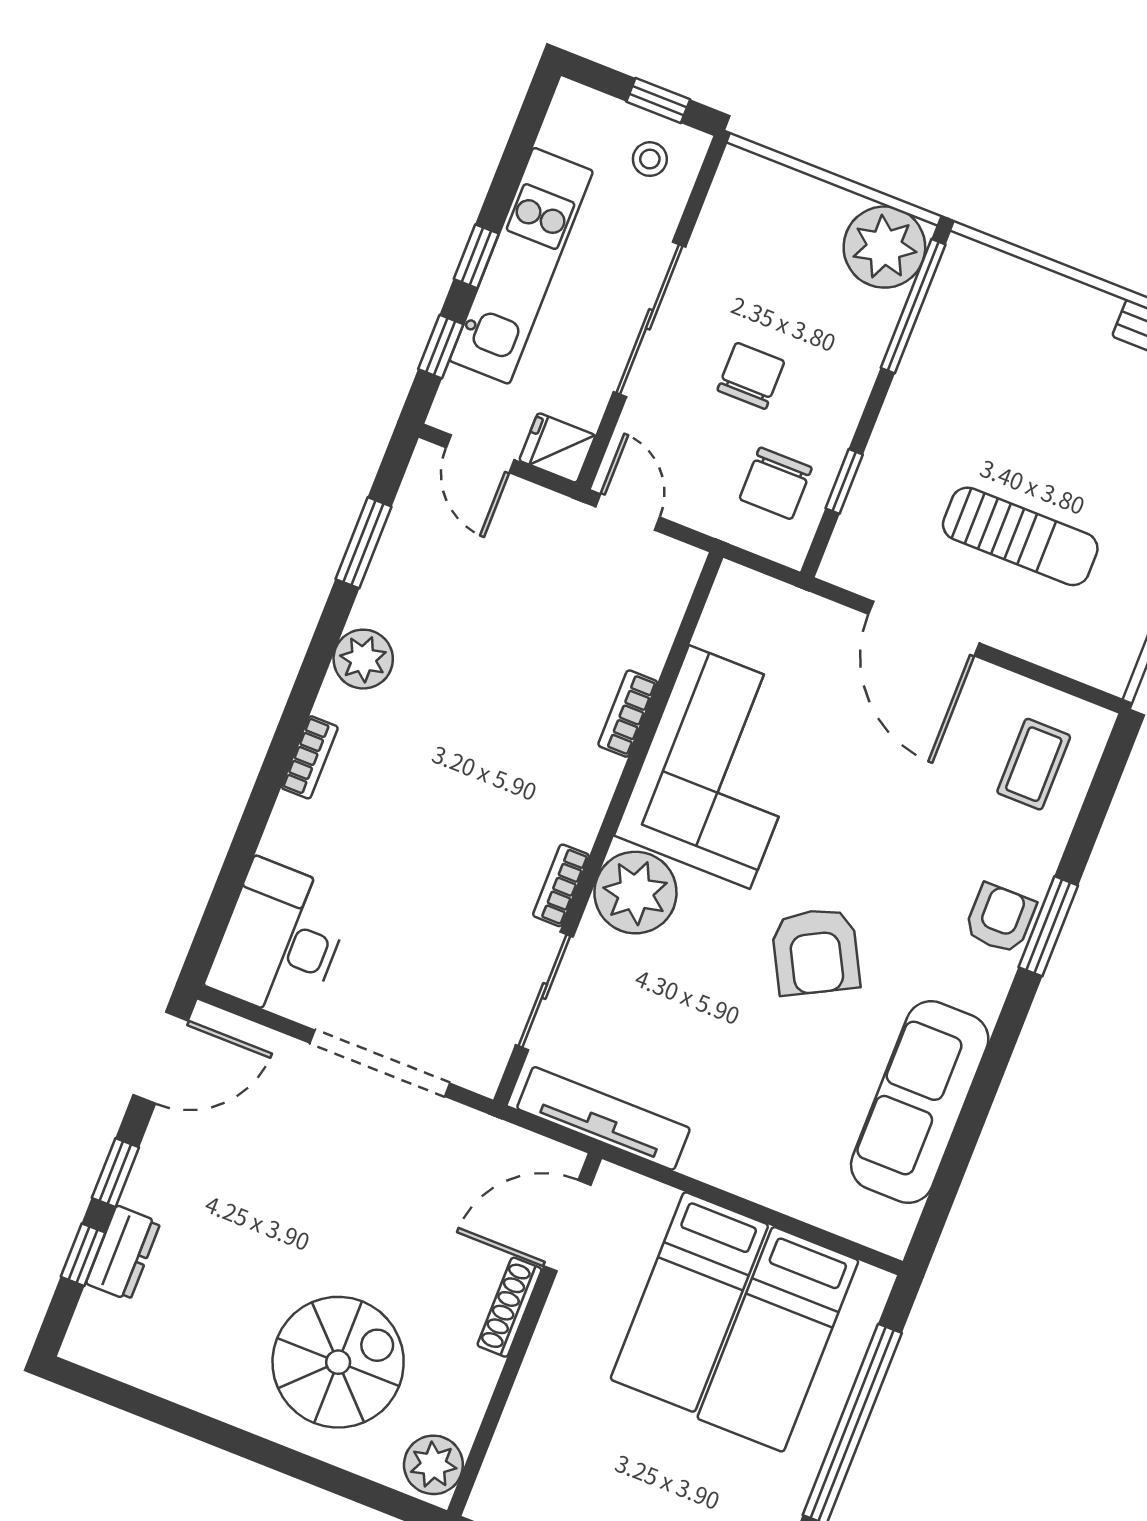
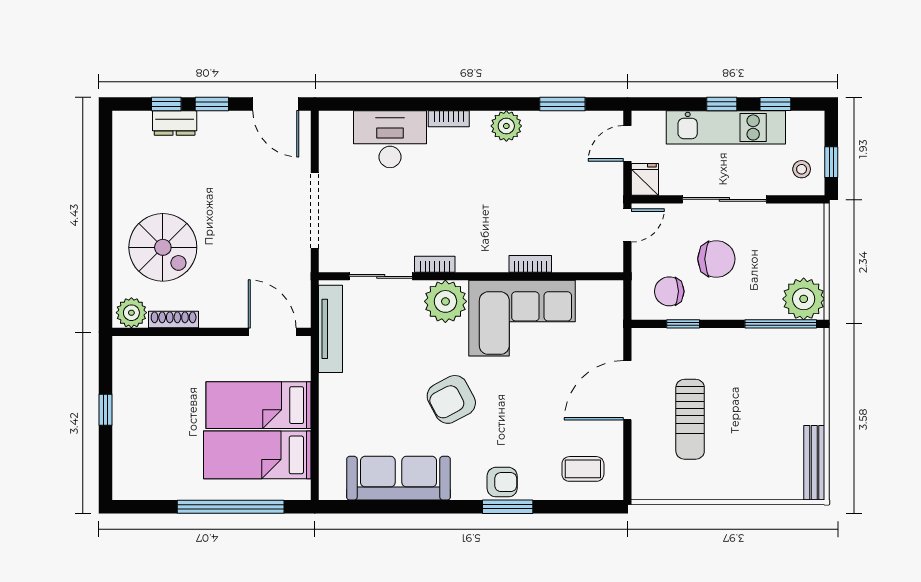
window: (441, 347) -> (775, 104), moved
chair: (751, 376) -> (716, 259), width x1.37, depth x1.37
desk: (280, 940) -> (390, 139), moved
shoe rack: (510, 1307) -> (174, 319), moved

